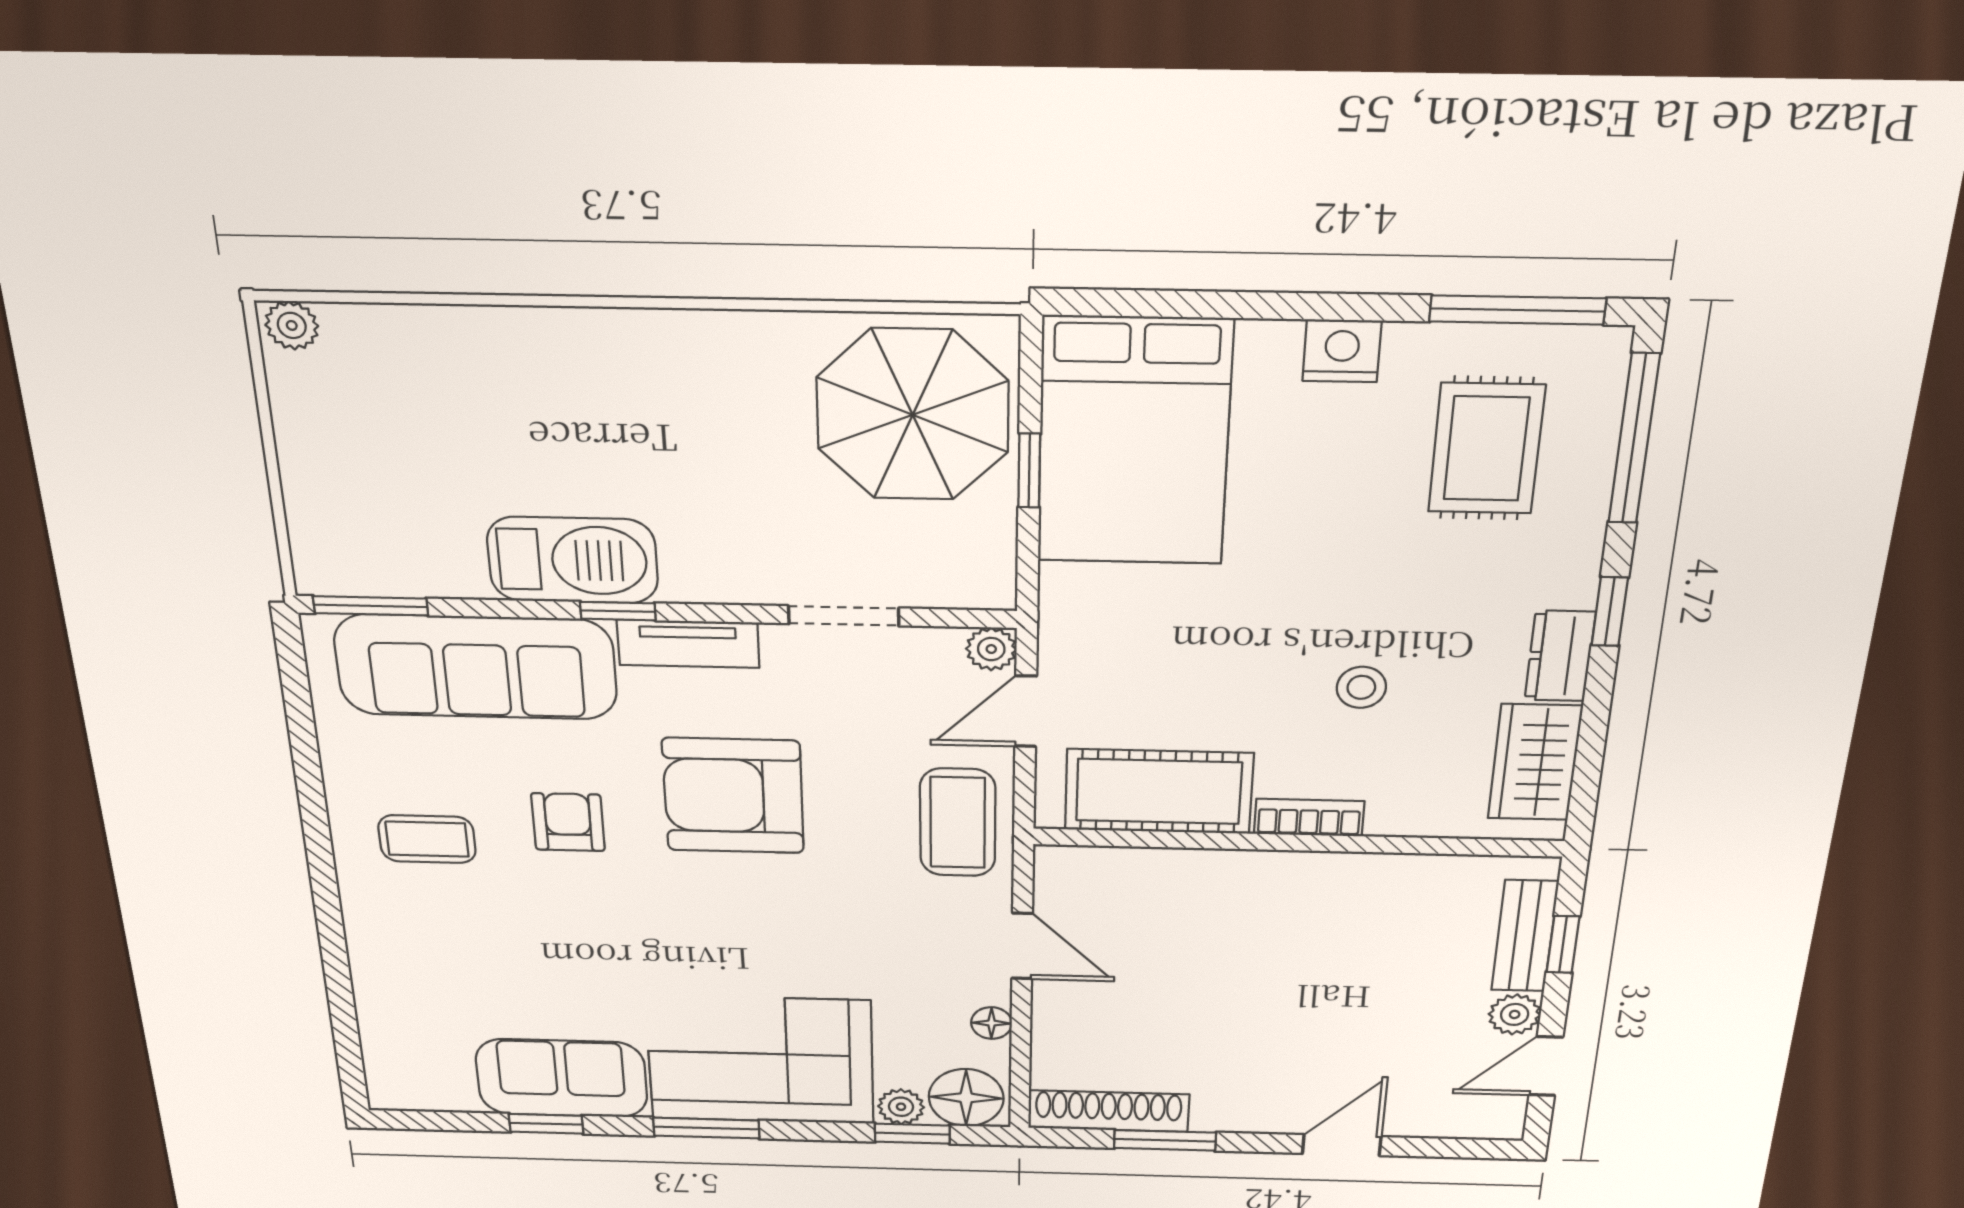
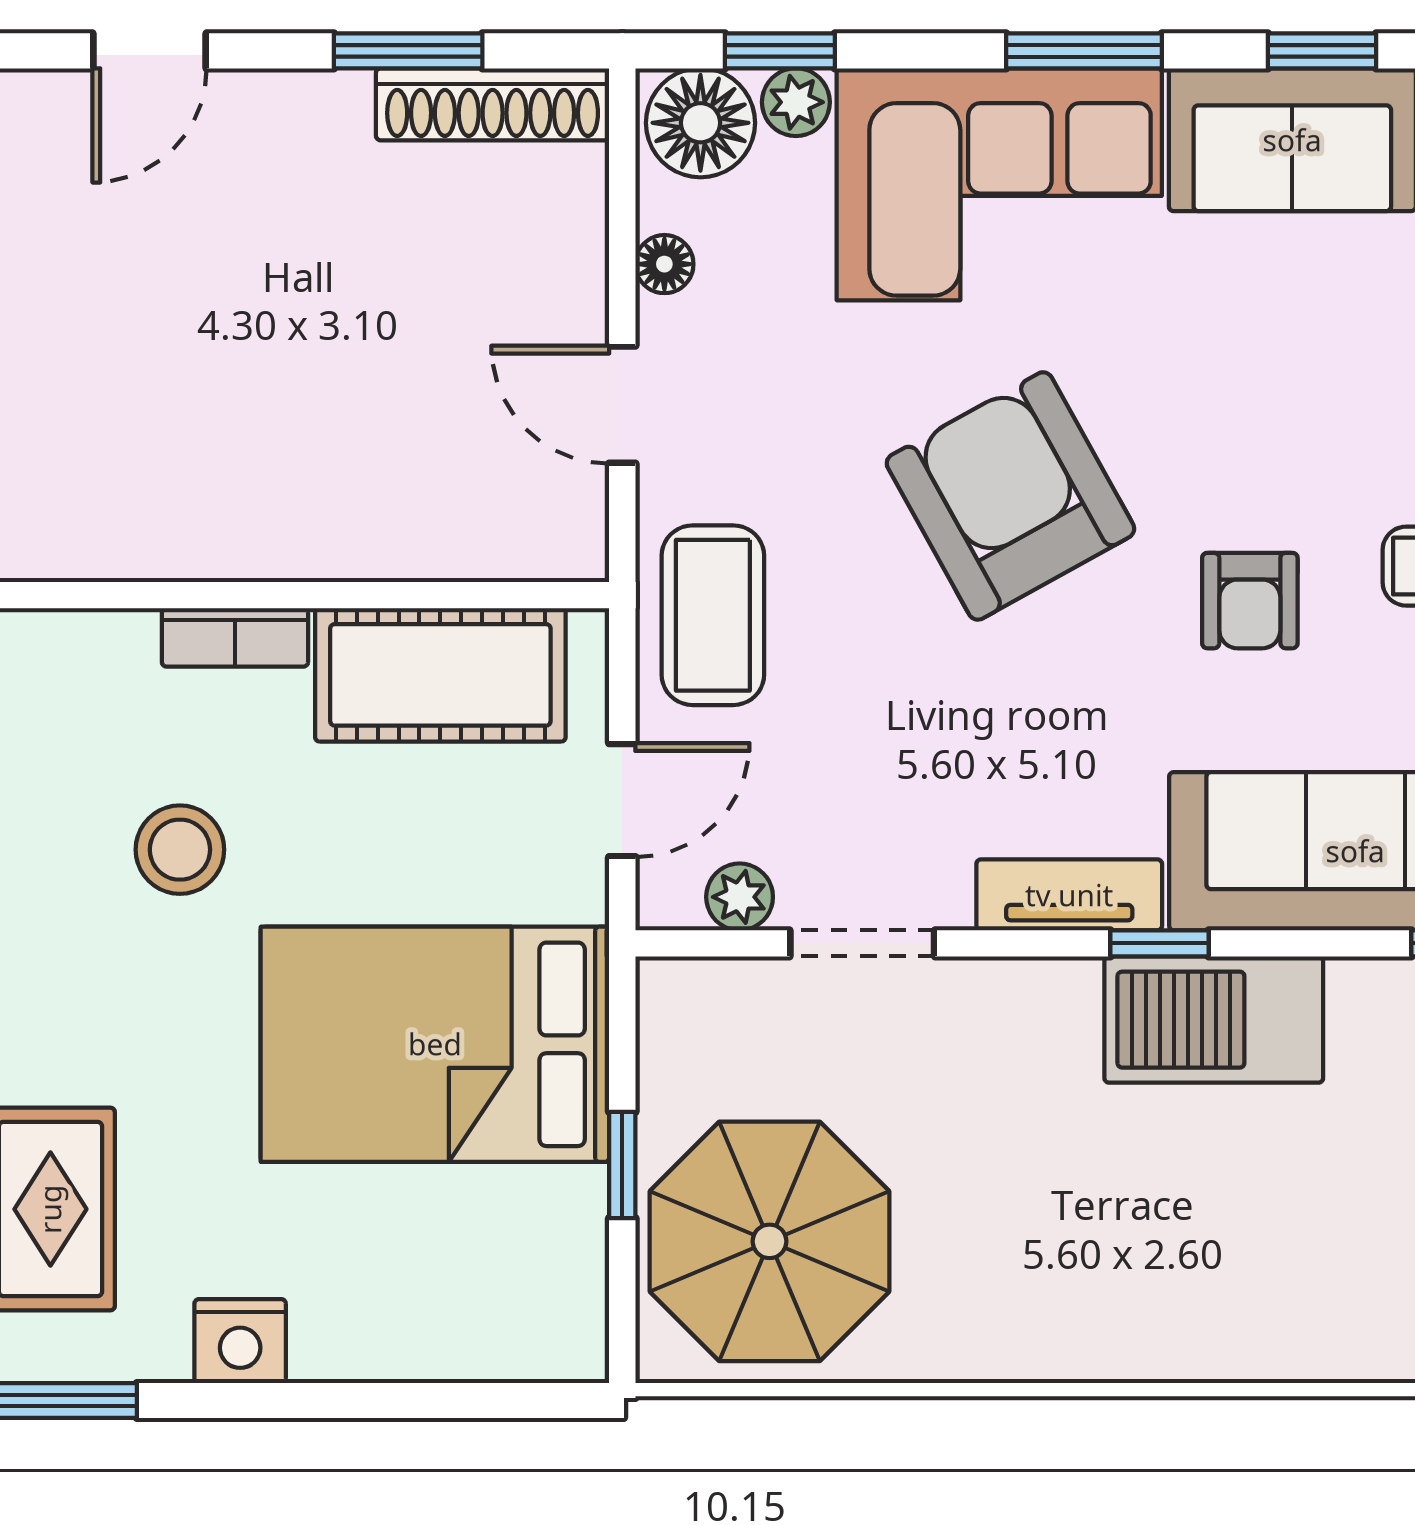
bed: (1134, 442) -> (435, 1044), moved, turned -90
plant: (991, 649) -> (740, 897), moved
stool: (1361, 687) -> (180, 850), width x1.37, depth x1.37
armchair: (733, 796) -> (1010, 496), moved, turned -119

